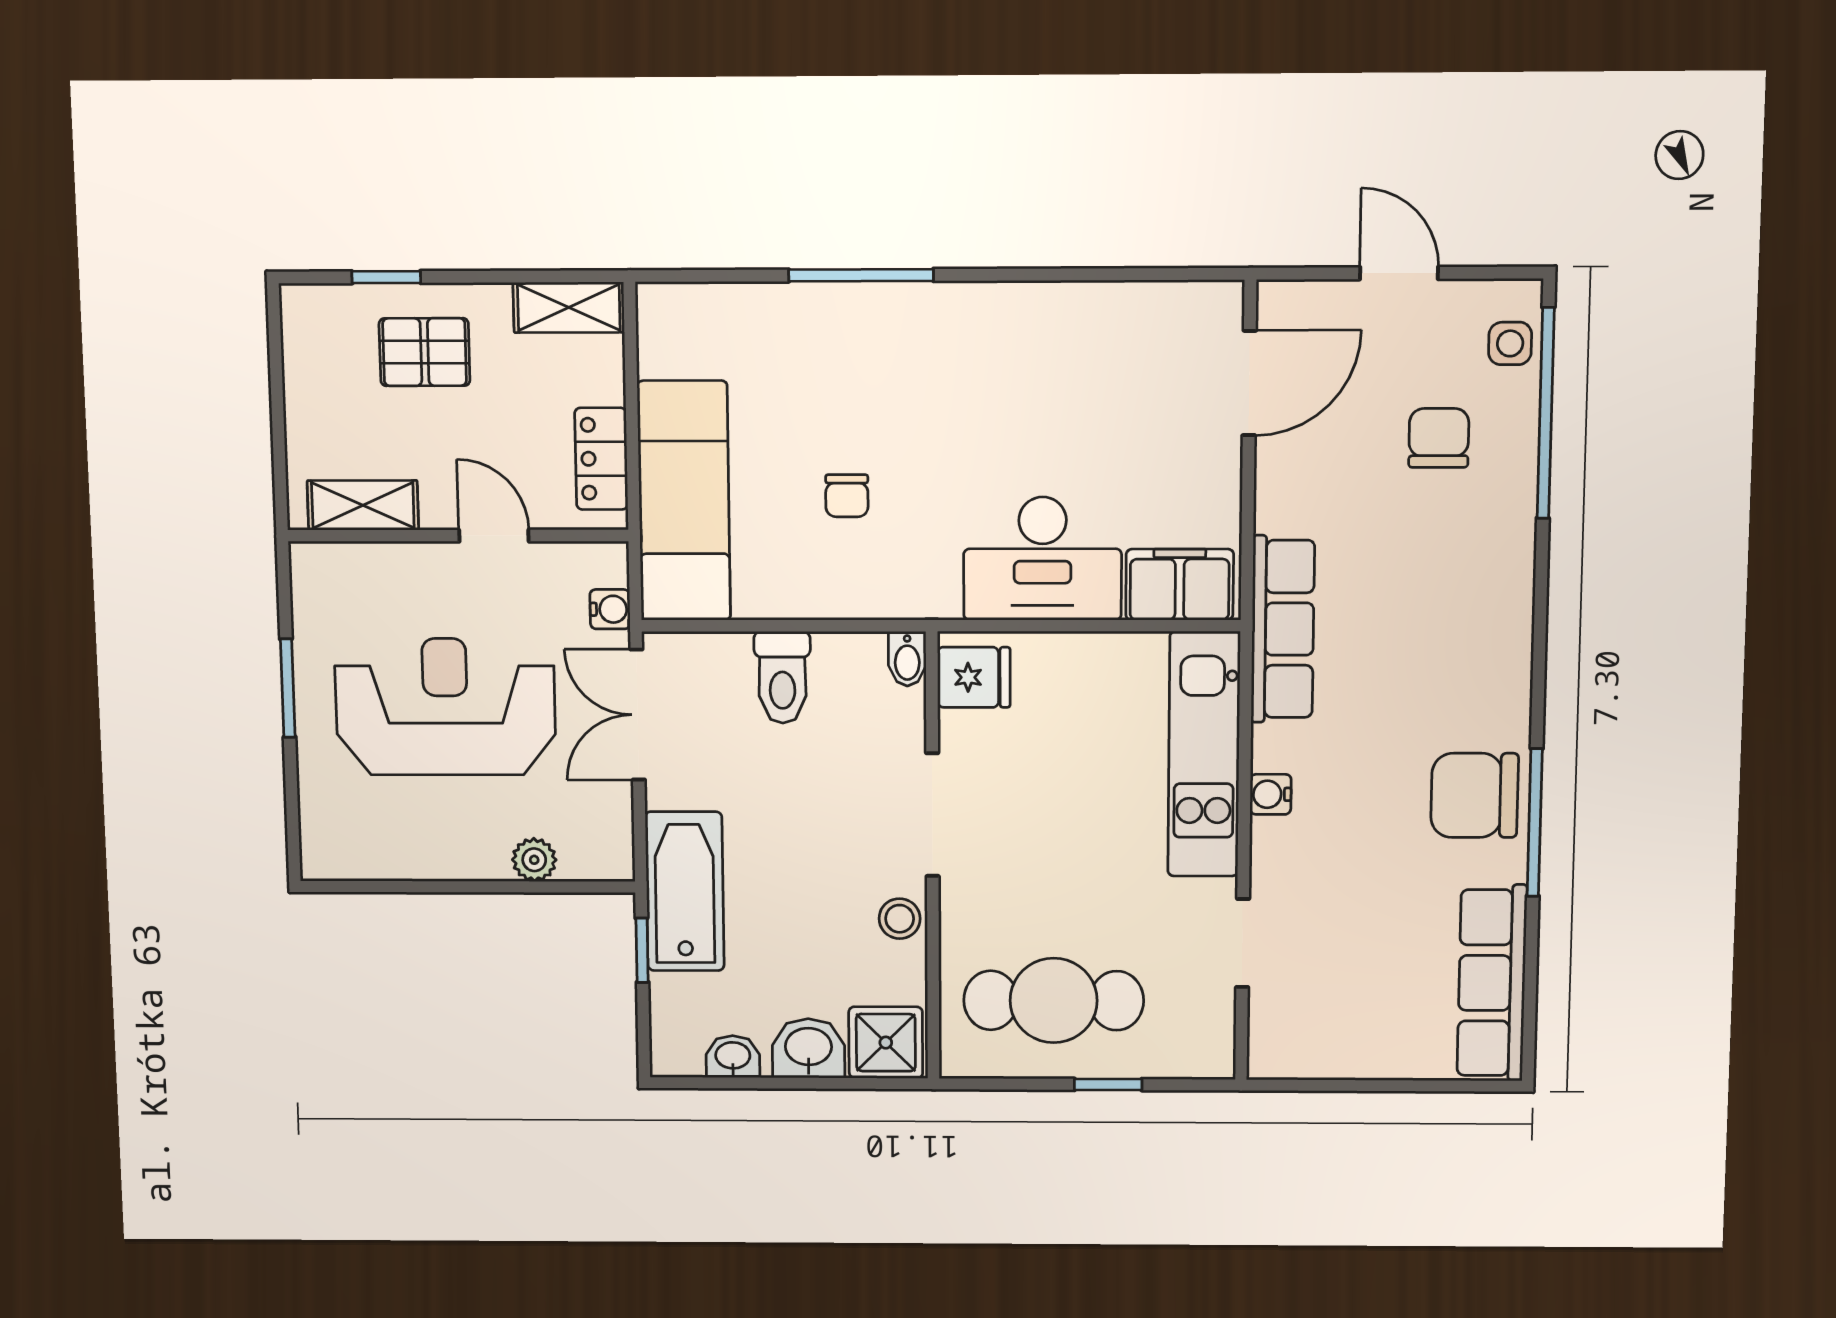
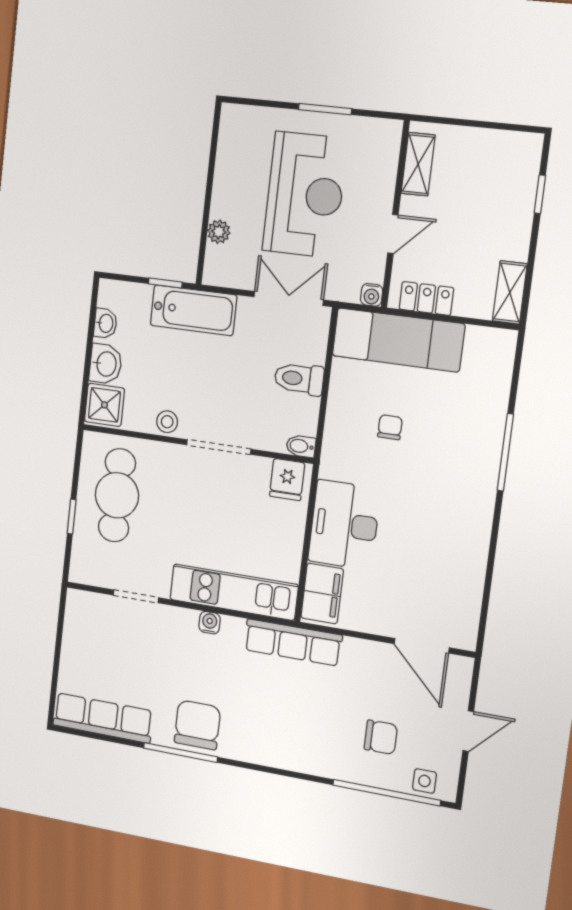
pallet: (425, 352) -> (496, 210), removed
chair: (847, 496) -> (390, 427), turned 90
water cooler: (610, 609) -> (372, 295), moved

